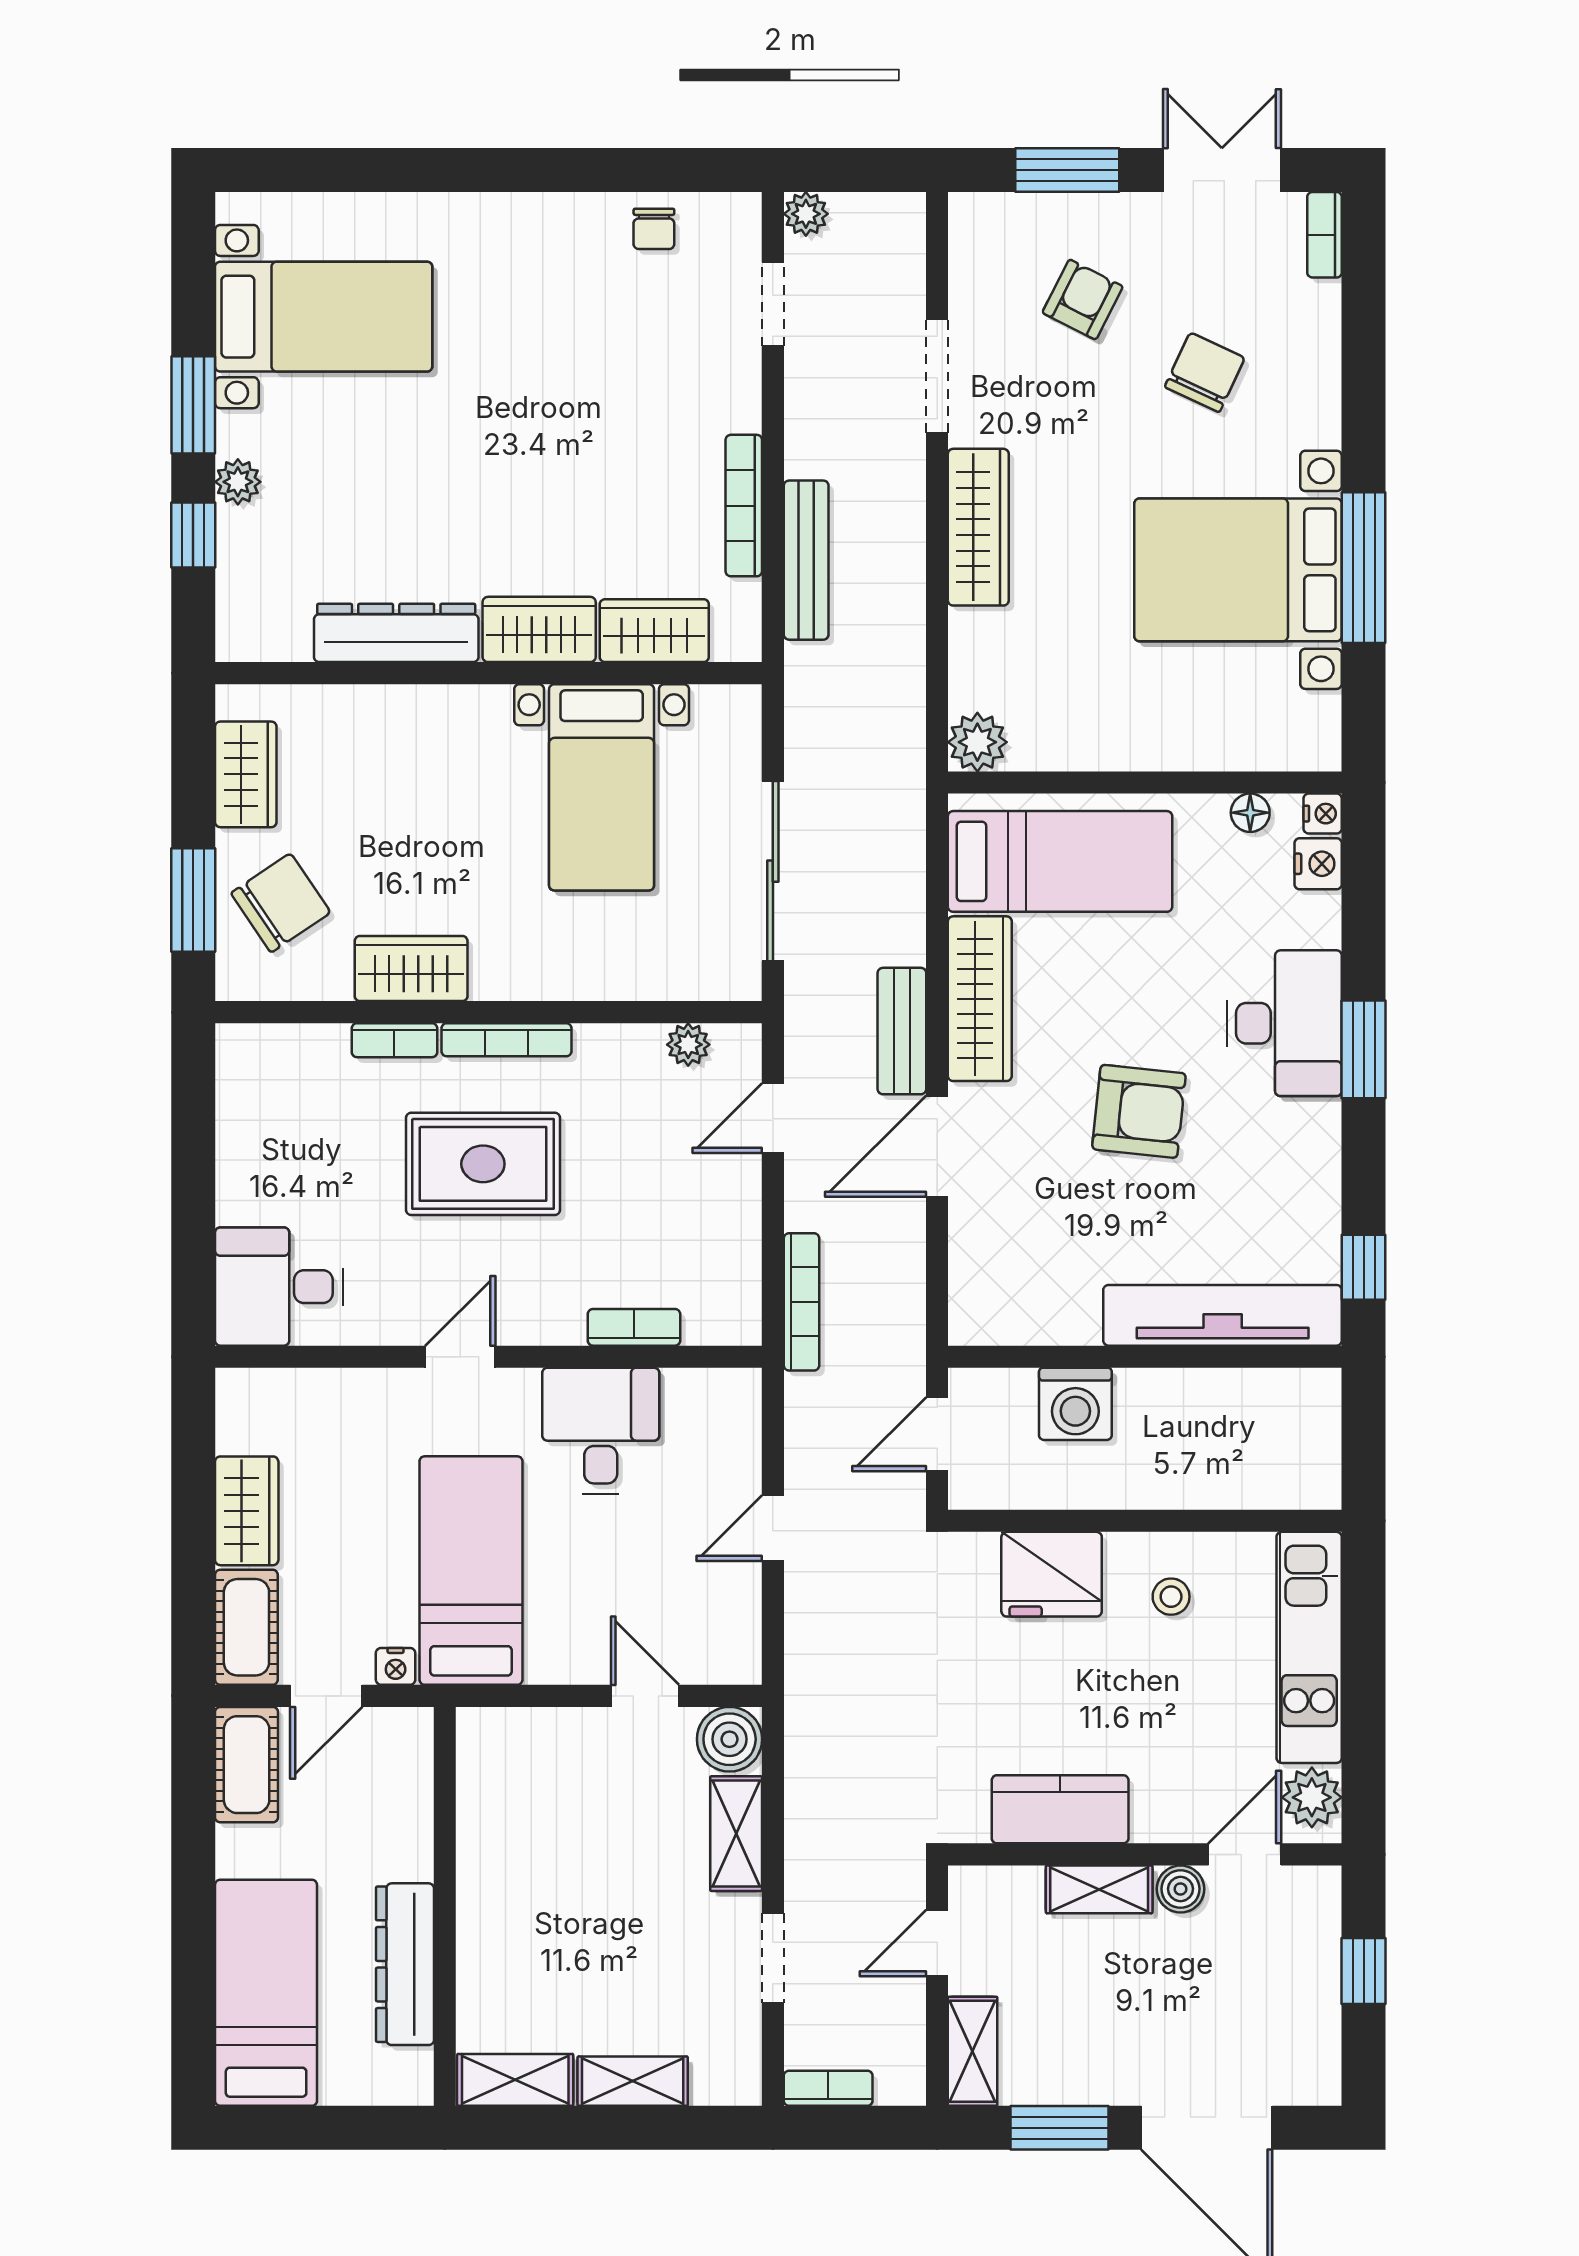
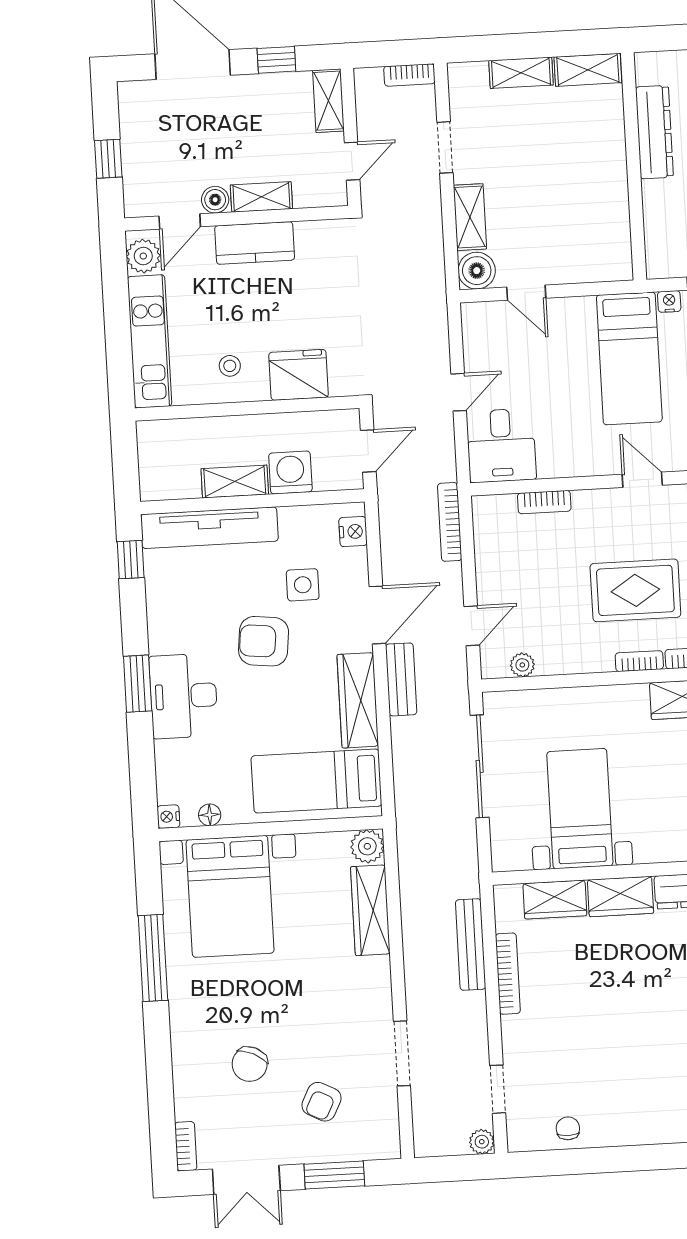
wardrobe: (978, 527) -> (370, 910), moved
bed with nightstands: (1238, 570) -> (230, 896), moved, turned 90
nightstand: (1318, 864) -> (353, 532), moved, turned 180
bookcase: (506, 1040) -> (639, 661), width x0.64
side table: (1065, 1206) -> (303, 585), added
door: (460, 1357) -> (642, 480), swing flipped
shelving: (1174, 1394) -> (235, 482), added
desk: (601, 1431) -> (501, 445), moved
kitchen counter: (1060, 1809) -> (255, 243), moved
window: (1059, 2128) -> (276, 60), width x0.67

